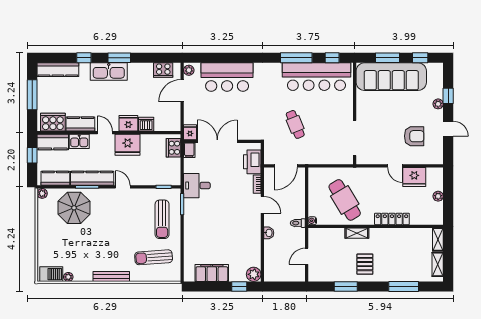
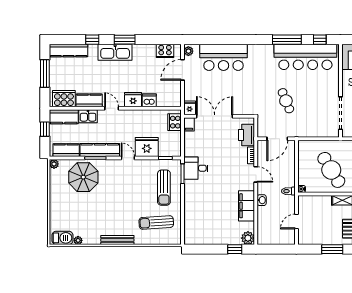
fridge: (128, 145) -> (147, 147), moved, turned 180
desk: (197, 186) -> (196, 168), moved
filing cabinet: (212, 273) -> (247, 206), moved, turned -90

